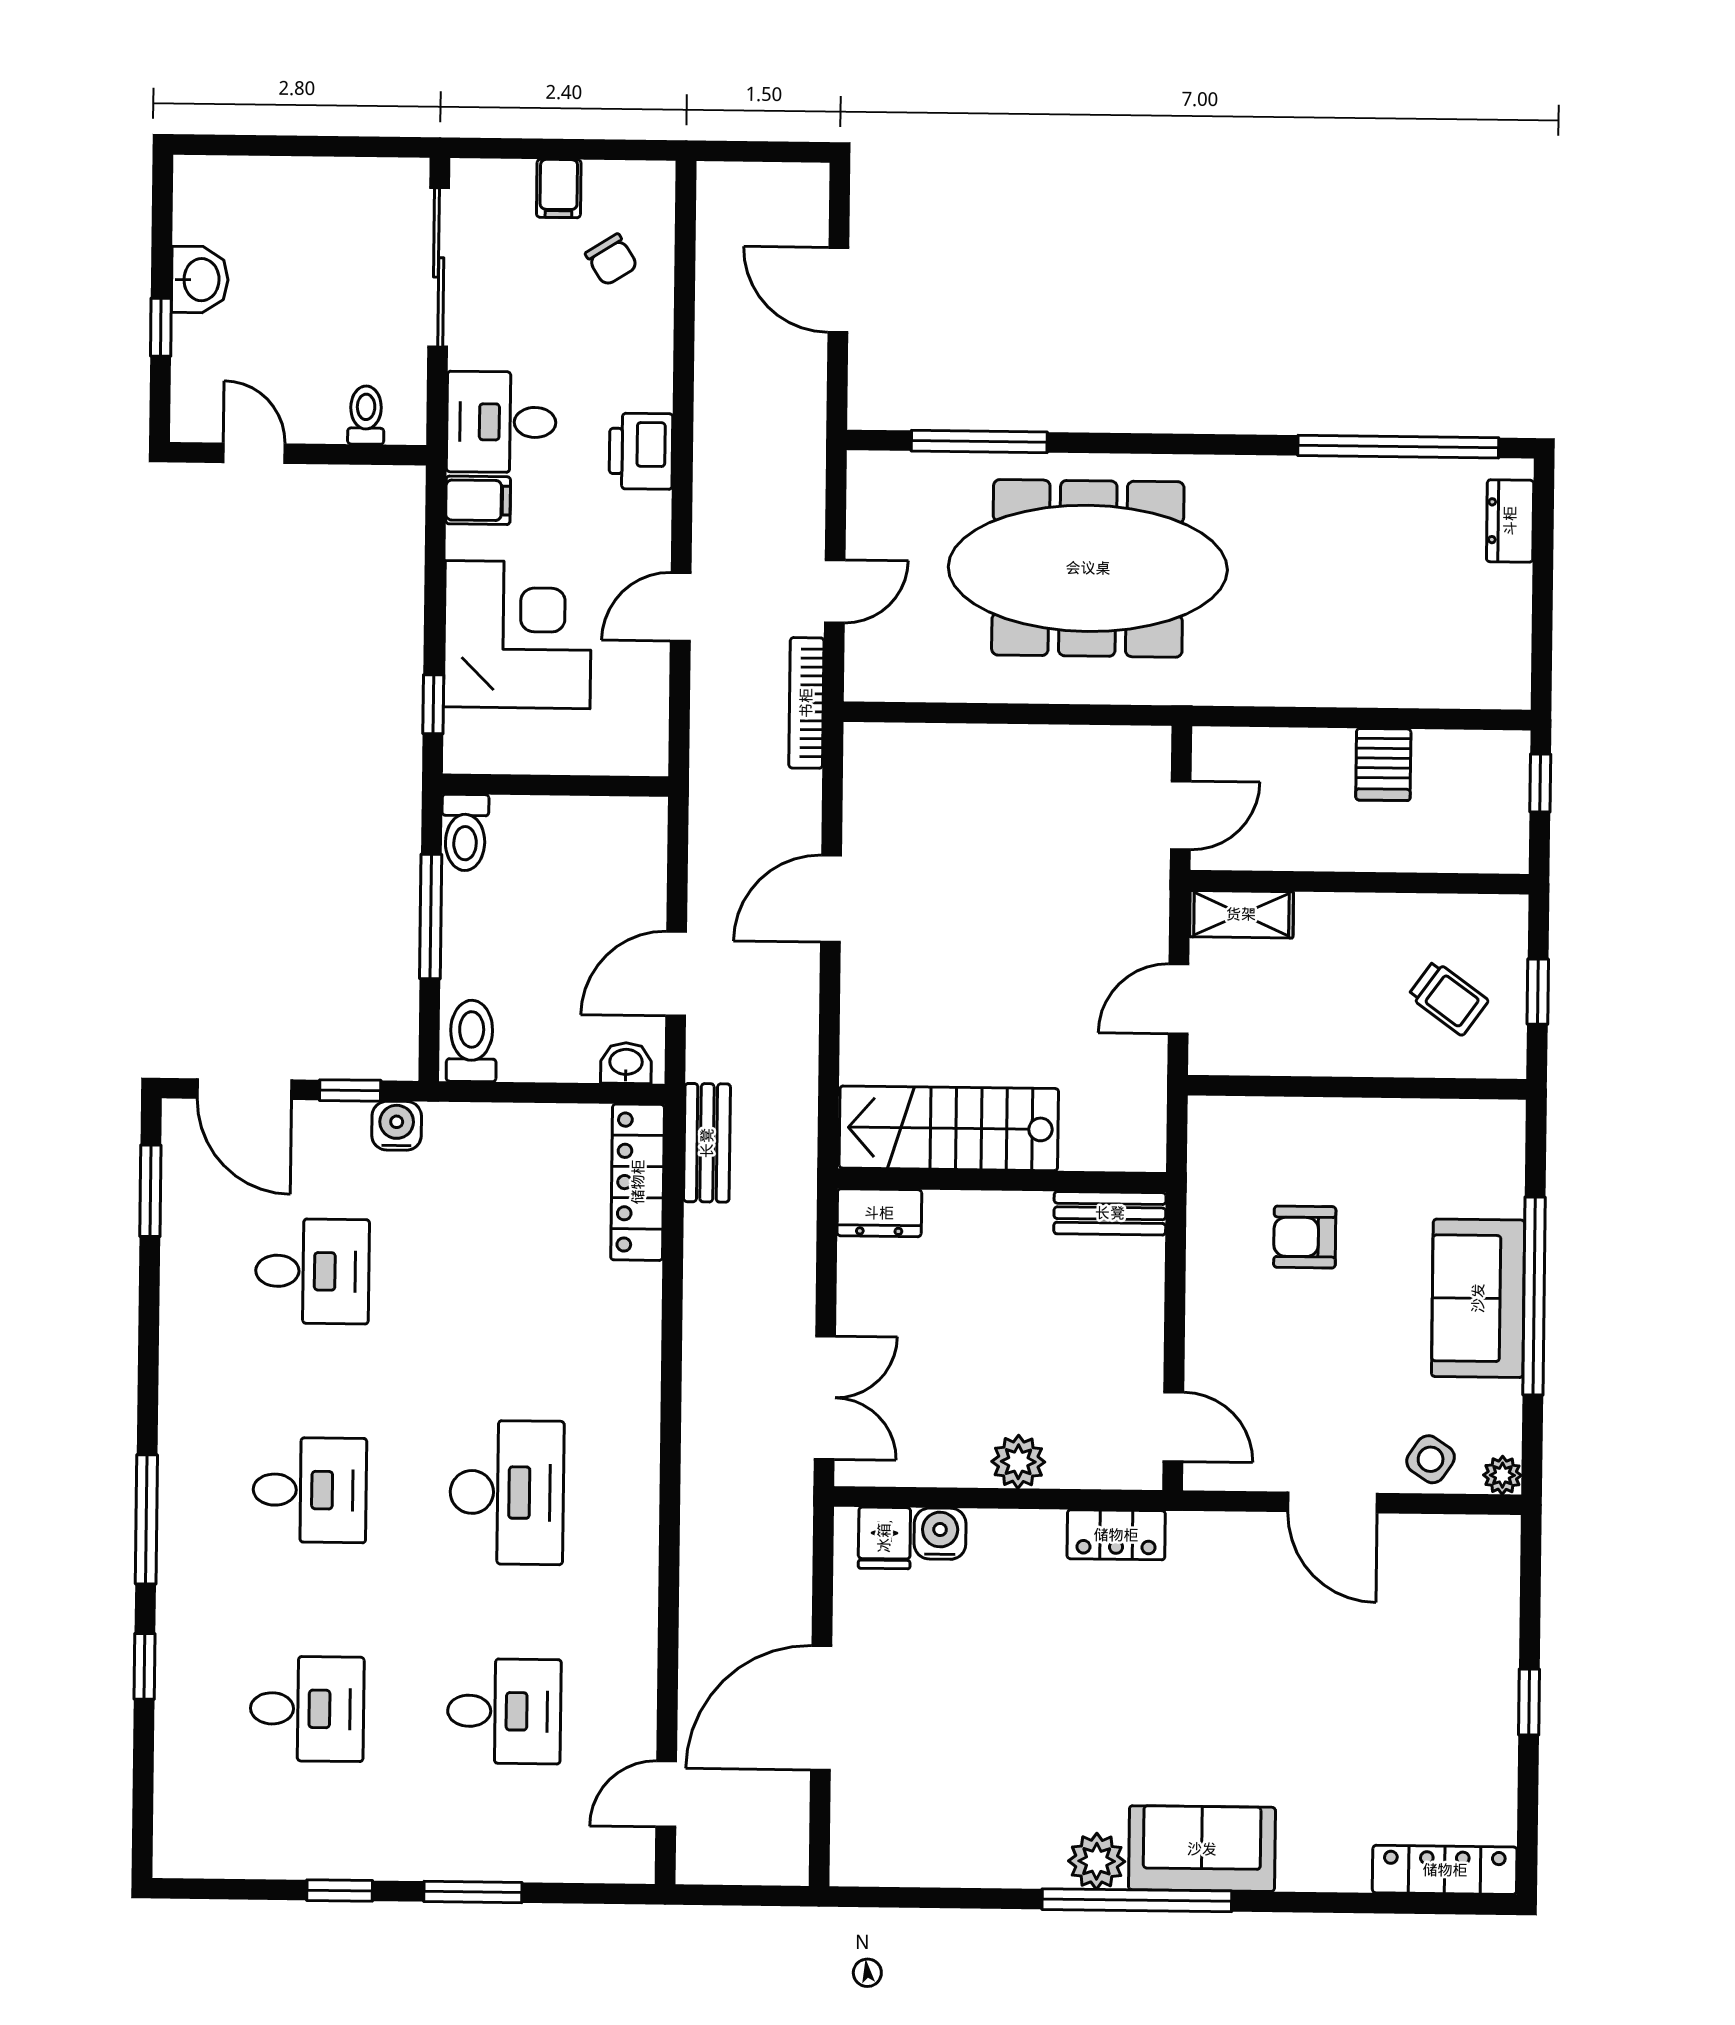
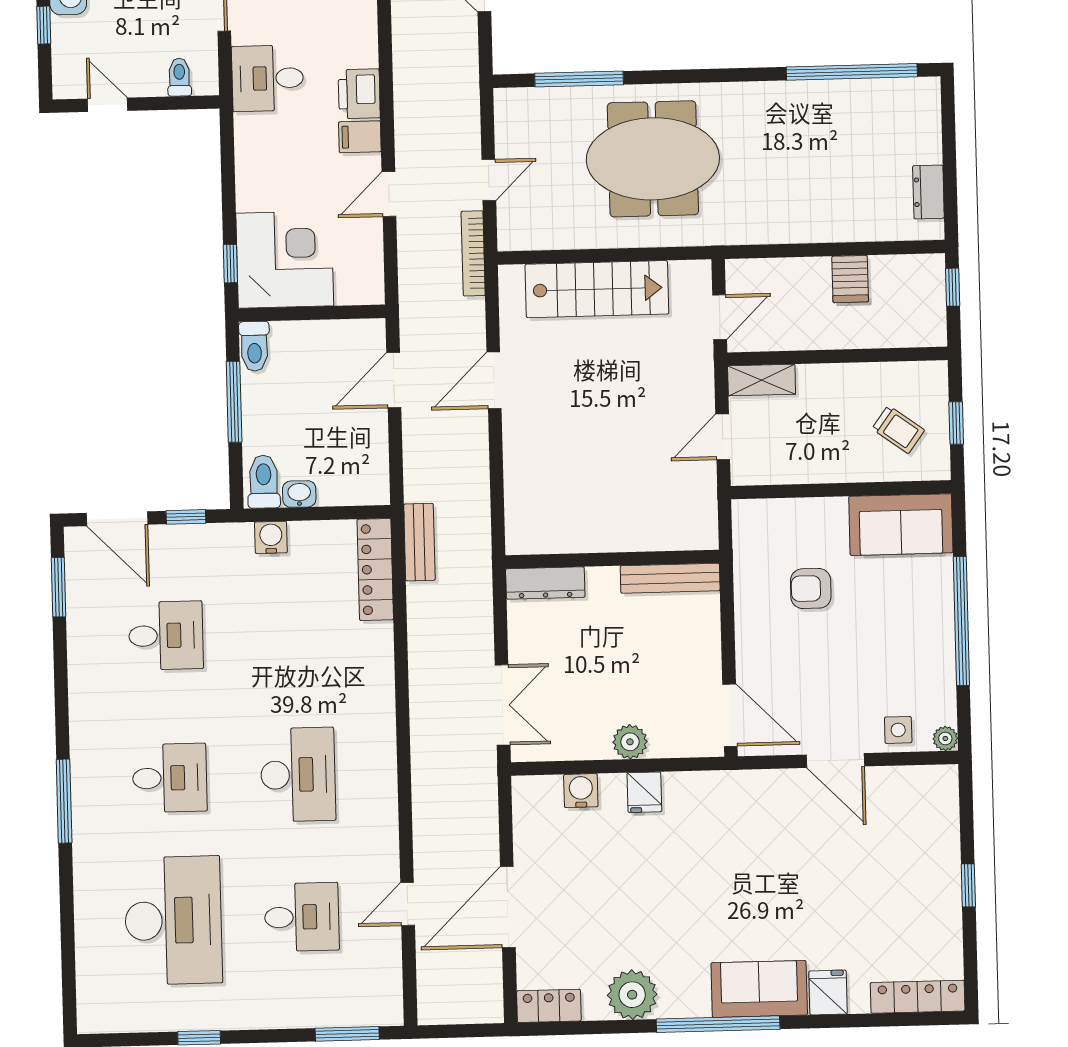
filing cabinet: (478, 500) -> (360, 137), moved, turned 180
dresser: (1510, 521) -> (928, 192), moved
meeting table: (1088, 568) -> (653, 159), width x0.73
corner desk: (518, 635) -> (285, 259), moved
door: (676, 974) -> (394, 380), moved
washbasin: (626, 1063) -> (299, 494), moved
water cooler: (397, 1126) -> (271, 537), moved
stairs: (949, 1128) -> (597, 289), moved, turned 180
dresser: (879, 1213) -> (545, 583), width x1.44
bench: (1110, 1213) -> (670, 578), width x1.36
sofa: (1478, 1298) -> (901, 525), moved, turned -90
door: (1173, 1427) -> (730, 715), width x1.38
side table: (1431, 1459) -> (898, 730), turned -34
locker: (1116, 1535) -> (549, 1006), moved, turned 180
fridge: (884, 1538) -> (644, 792), moved
window: (145, 1666) -> (67, 897), removed
desk: (307, 1709) -> (173, 920), width x1.87, depth x1.30
door: (666, 1794) -> (408, 904), moved
fridge: (1307, 1858) -> (828, 992), added
plant: (1097, 1861) -> (632, 995), moved, width x1.36, depth x1.36
window: (473, 1892) -> (347, 1034), moved

